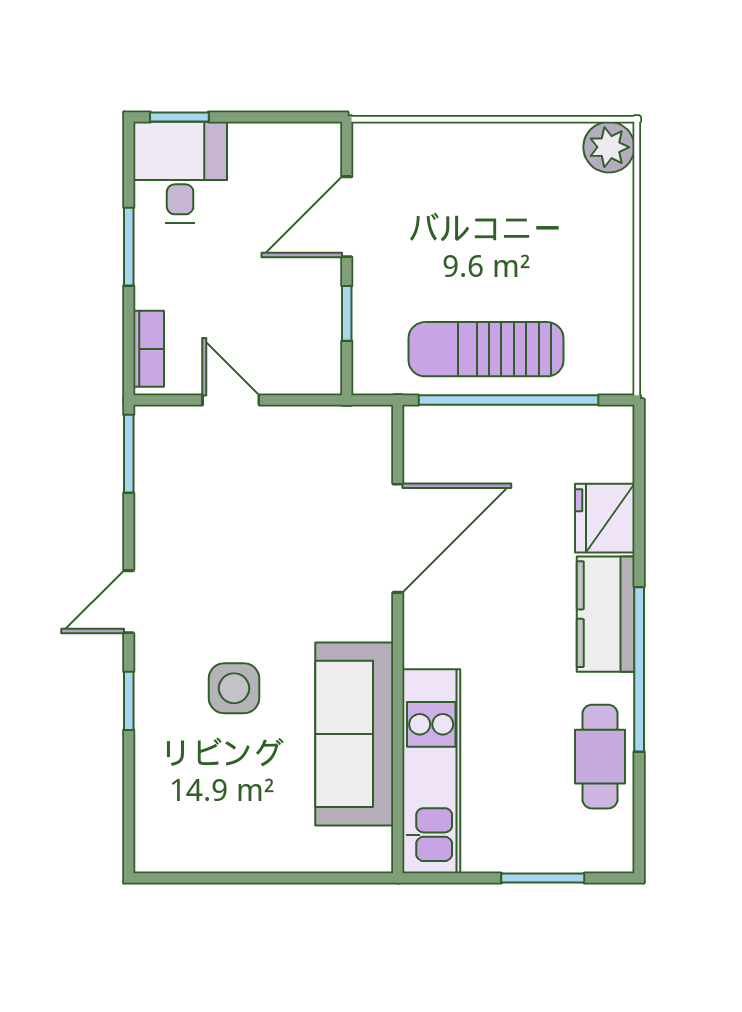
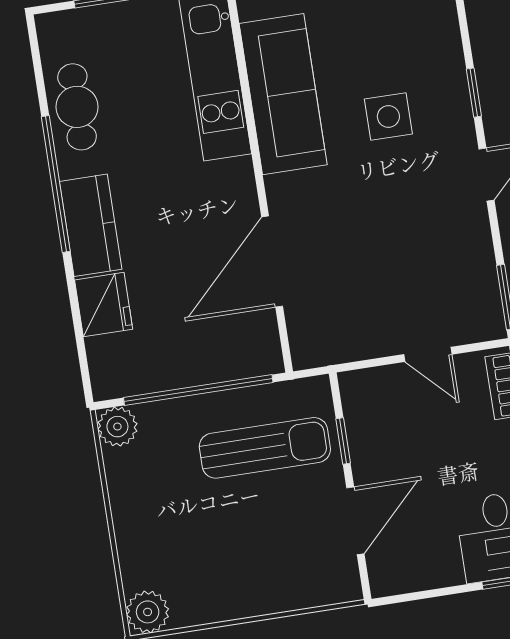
sun lounger: (486, 349) -> (265, 448), moved
plant: (611, 372) -> (117, 427), added

